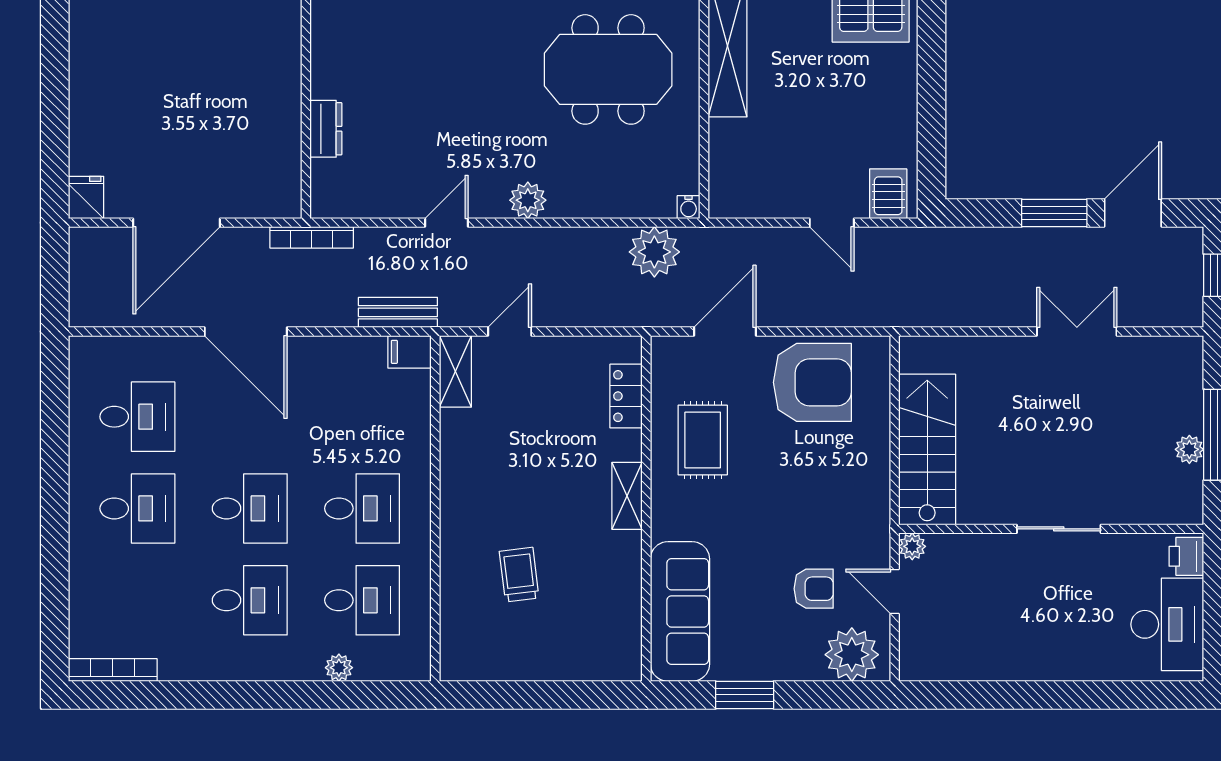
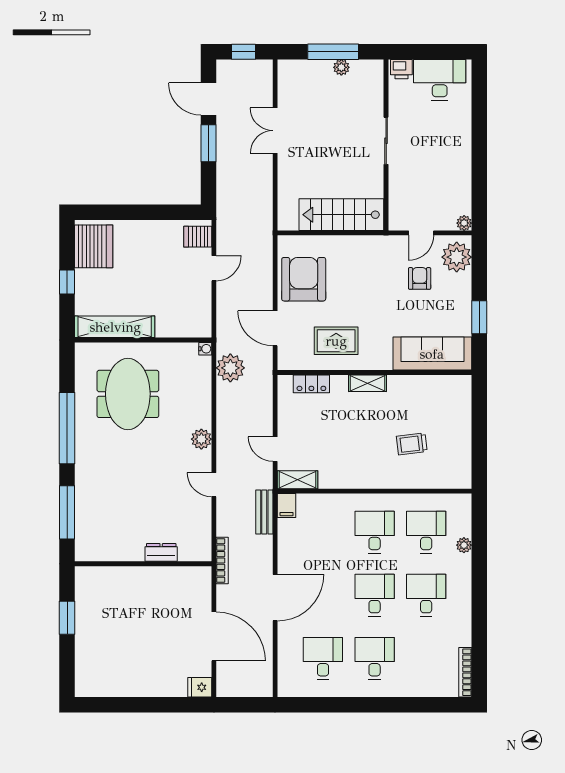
plant: (912, 546) -> (464, 223), moved

